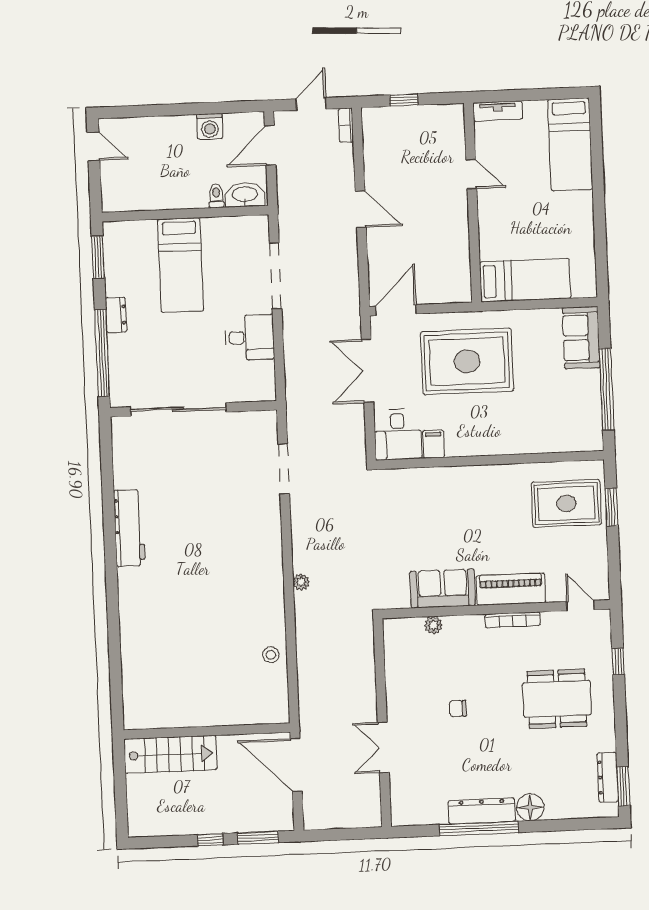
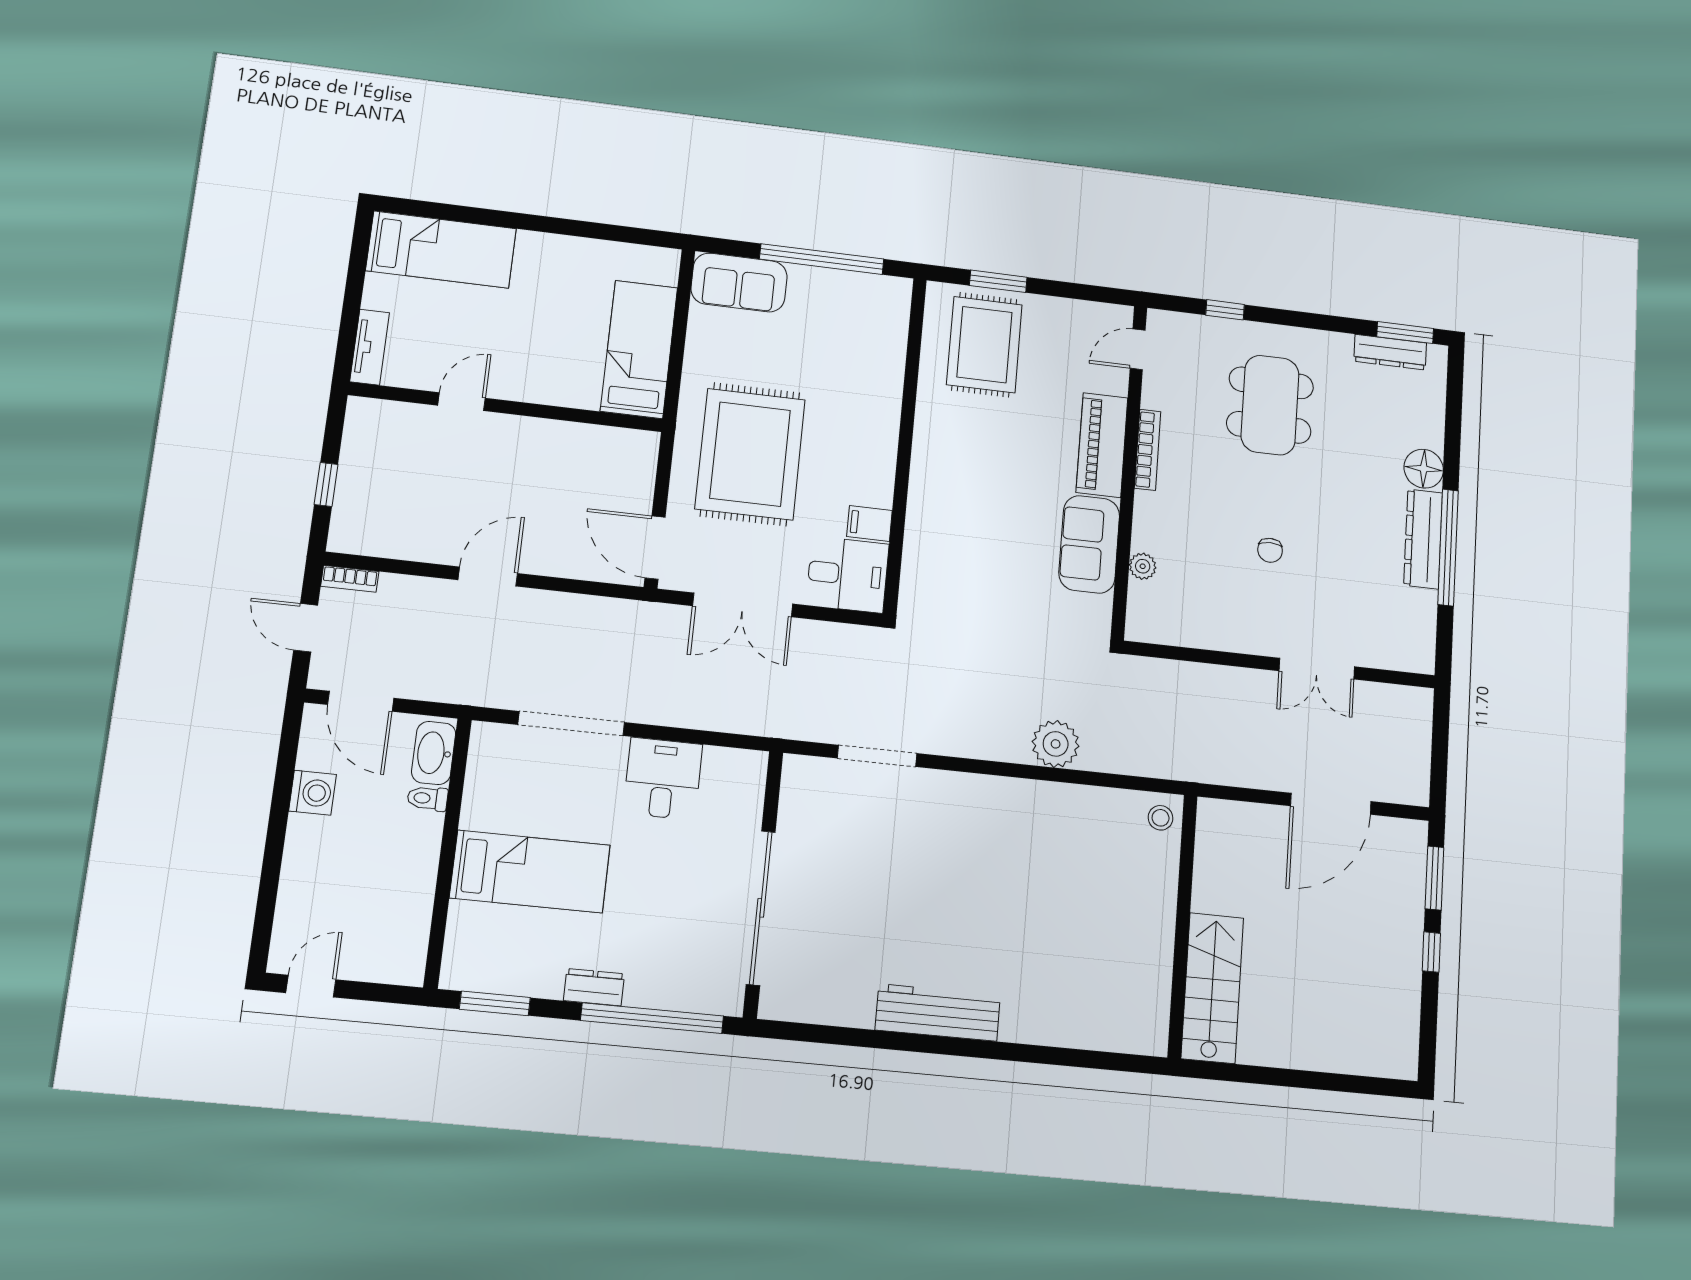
plant: (301, 582) -> (1056, 744), width x1.87, depth x1.87
wall: (207, 731) -> (1182, 925), moved
stairs: (170, 754) -> (1212, 988), moved

